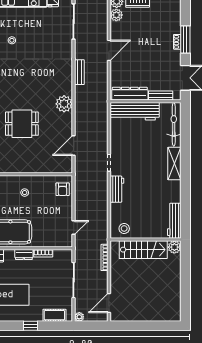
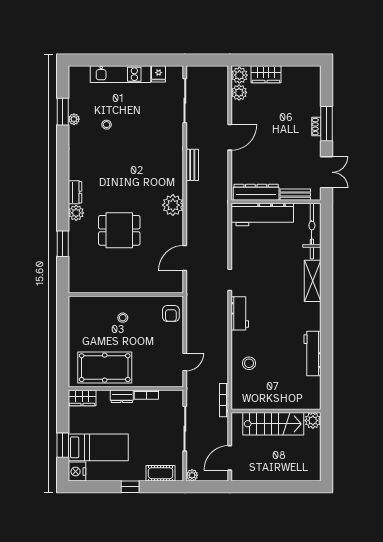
wall: (146, 240) -> (276, 411), moved
plant: (174, 247) -> (313, 420), moved
stairs: (143, 250) -> (273, 424), moved

